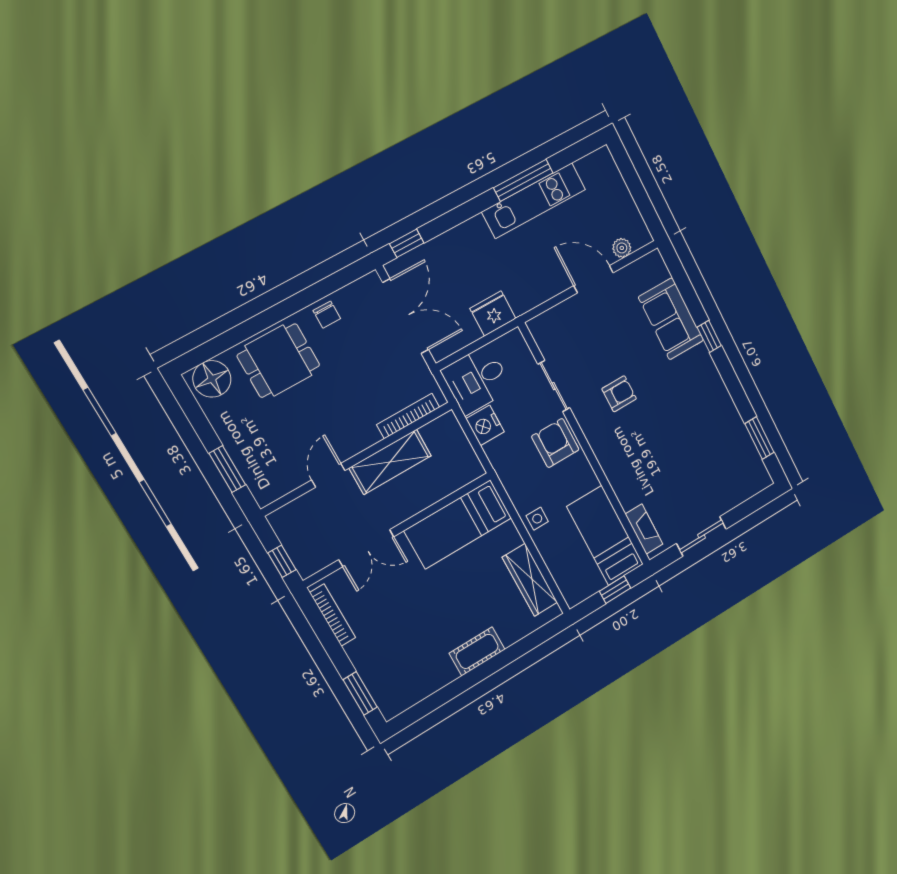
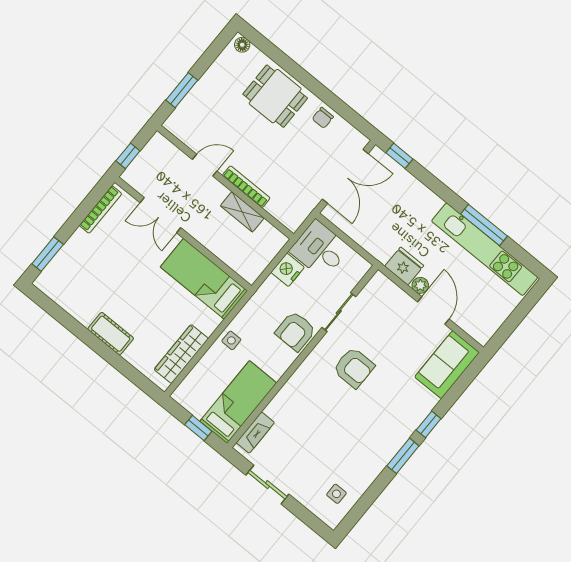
kitchen unit: (534, 201) -> (485, 249), width x1.36
plant: (622, 248) -> (420, 285), moved
fridge: (493, 314) -> (404, 266), moved
sofa: (671, 319) -> (447, 365), moved
floor lamp: (212, 379) -> (242, 45), width x0.53, depth x0.53
armchair: (619, 394) -> (354, 368), width x1.38, depth x1.38
bookcase: (408, 416) -> (246, 187), moved
window: (759, 438) -> (403, 456), moved
armchair: (555, 443) -> (295, 331), turned 180
shelving: (390, 462) -> (242, 212), width x0.67, depth x0.75
side table: (739, 465) -> (336, 494), added

